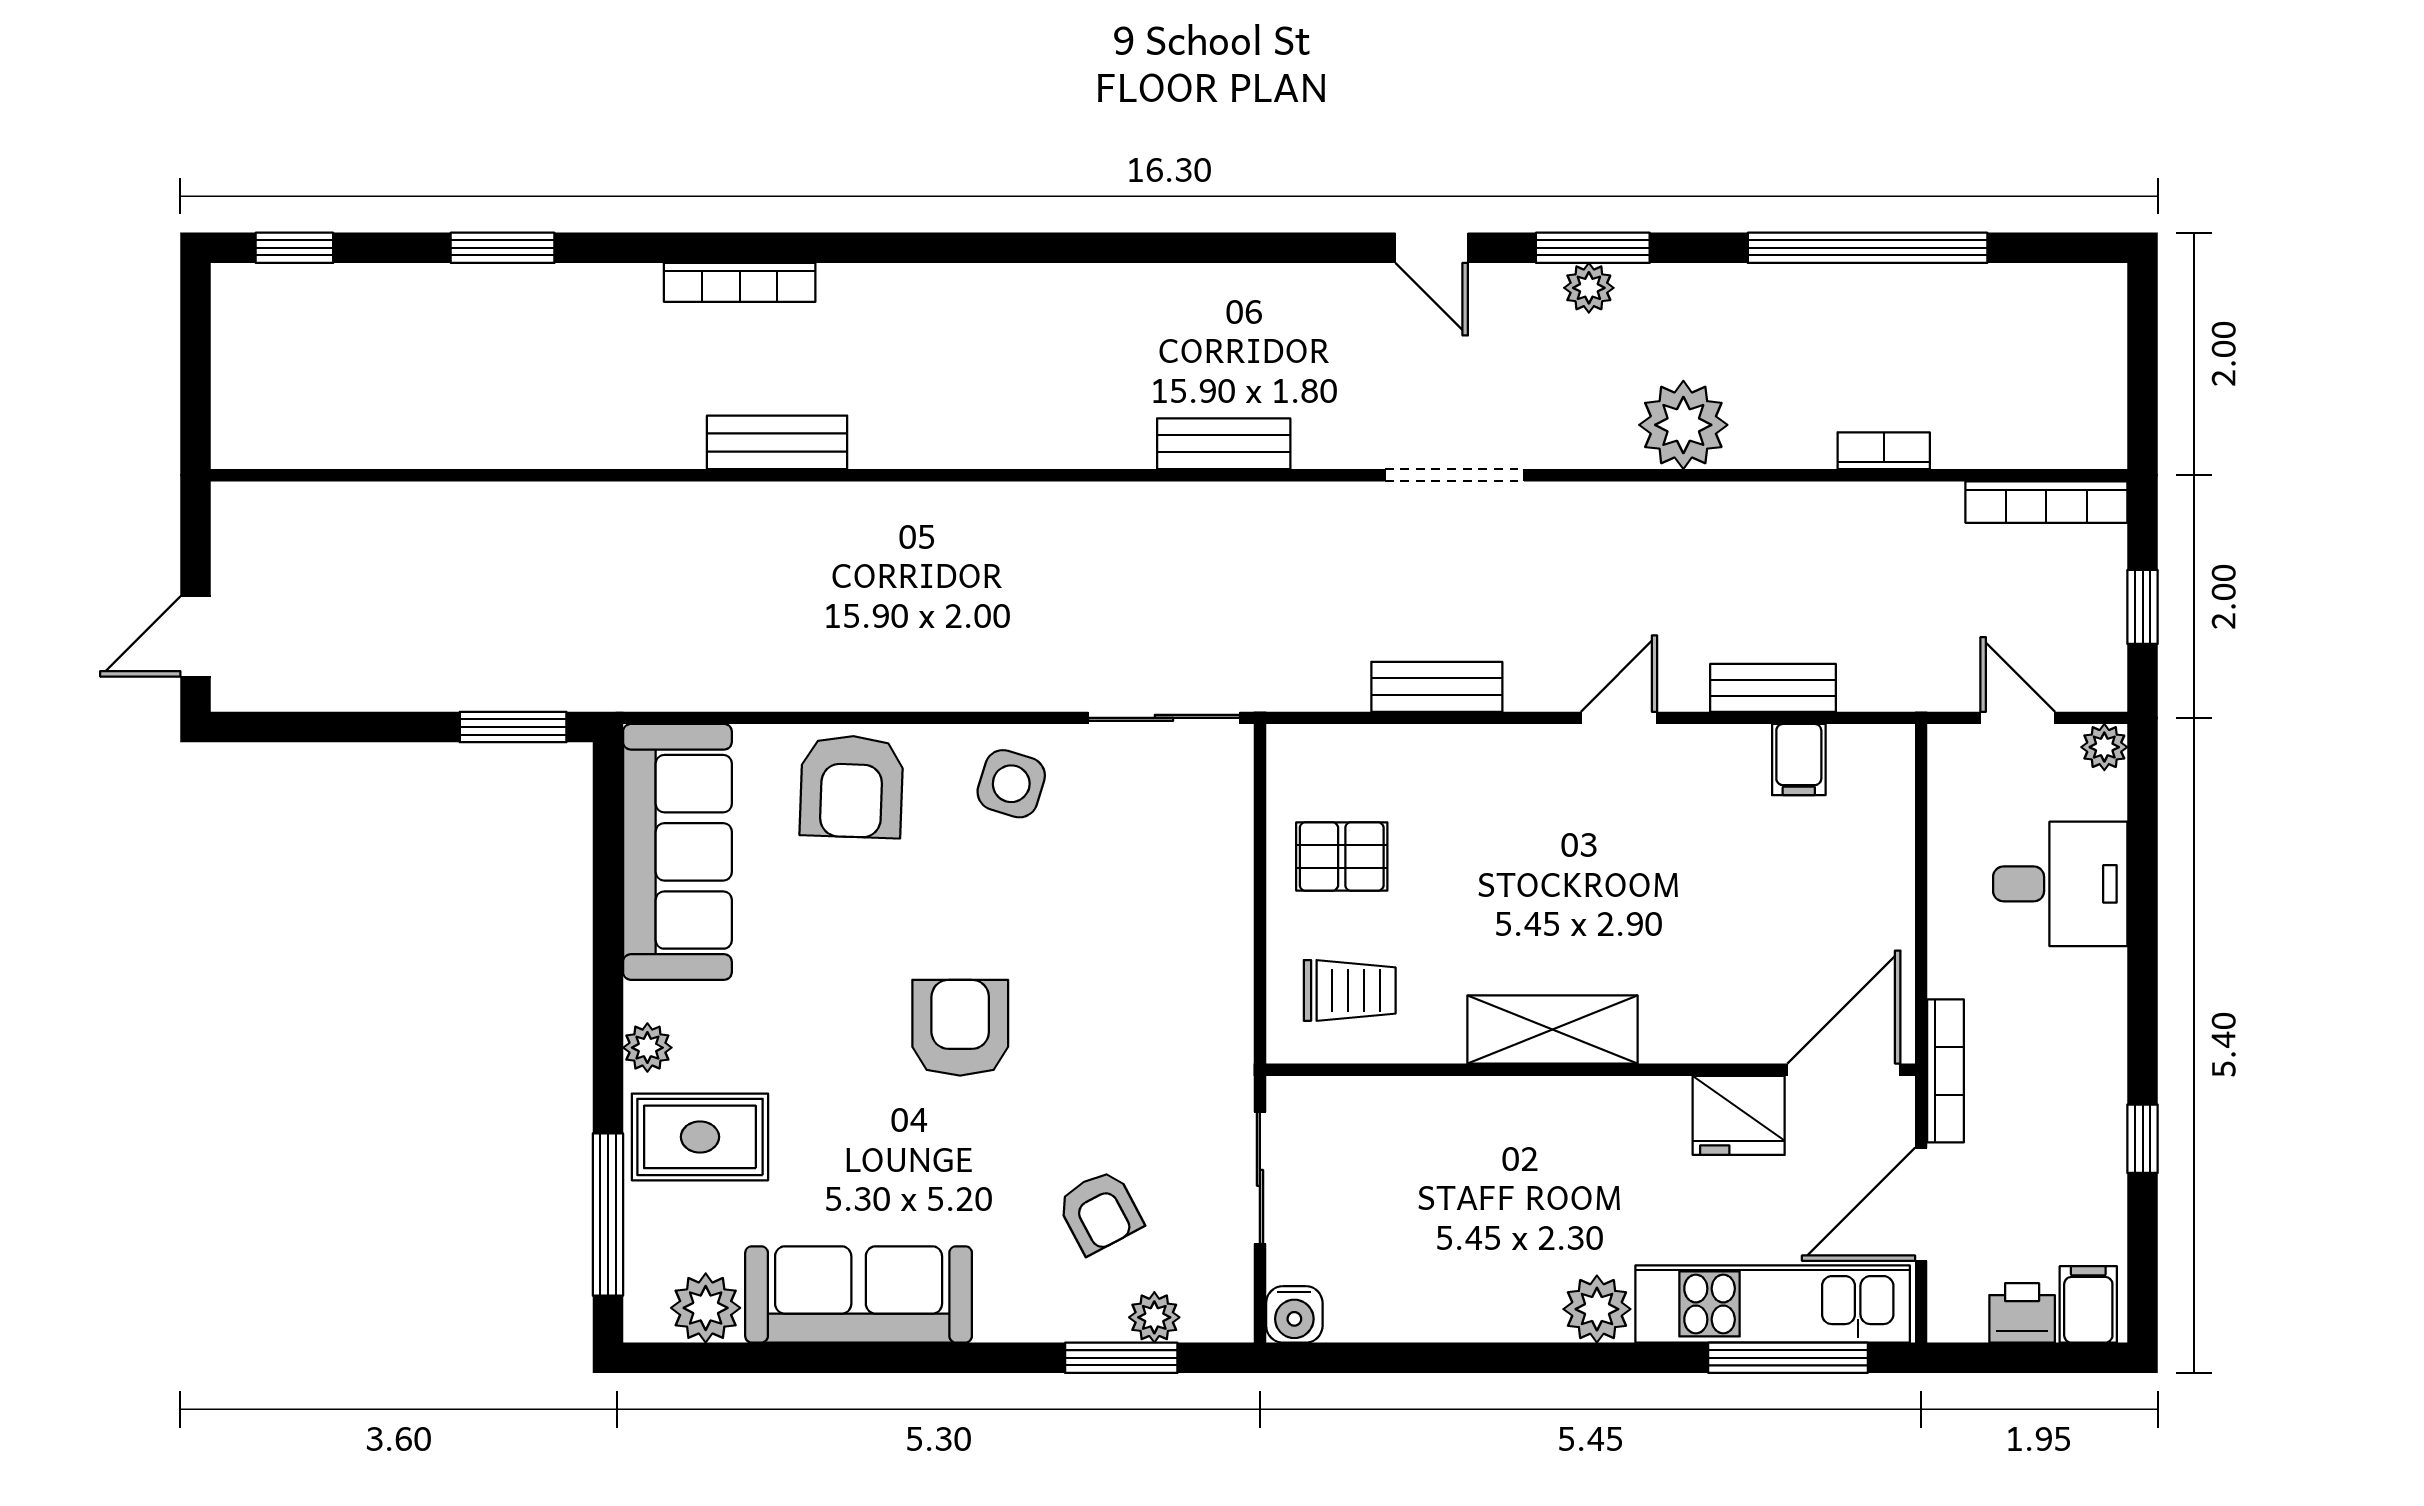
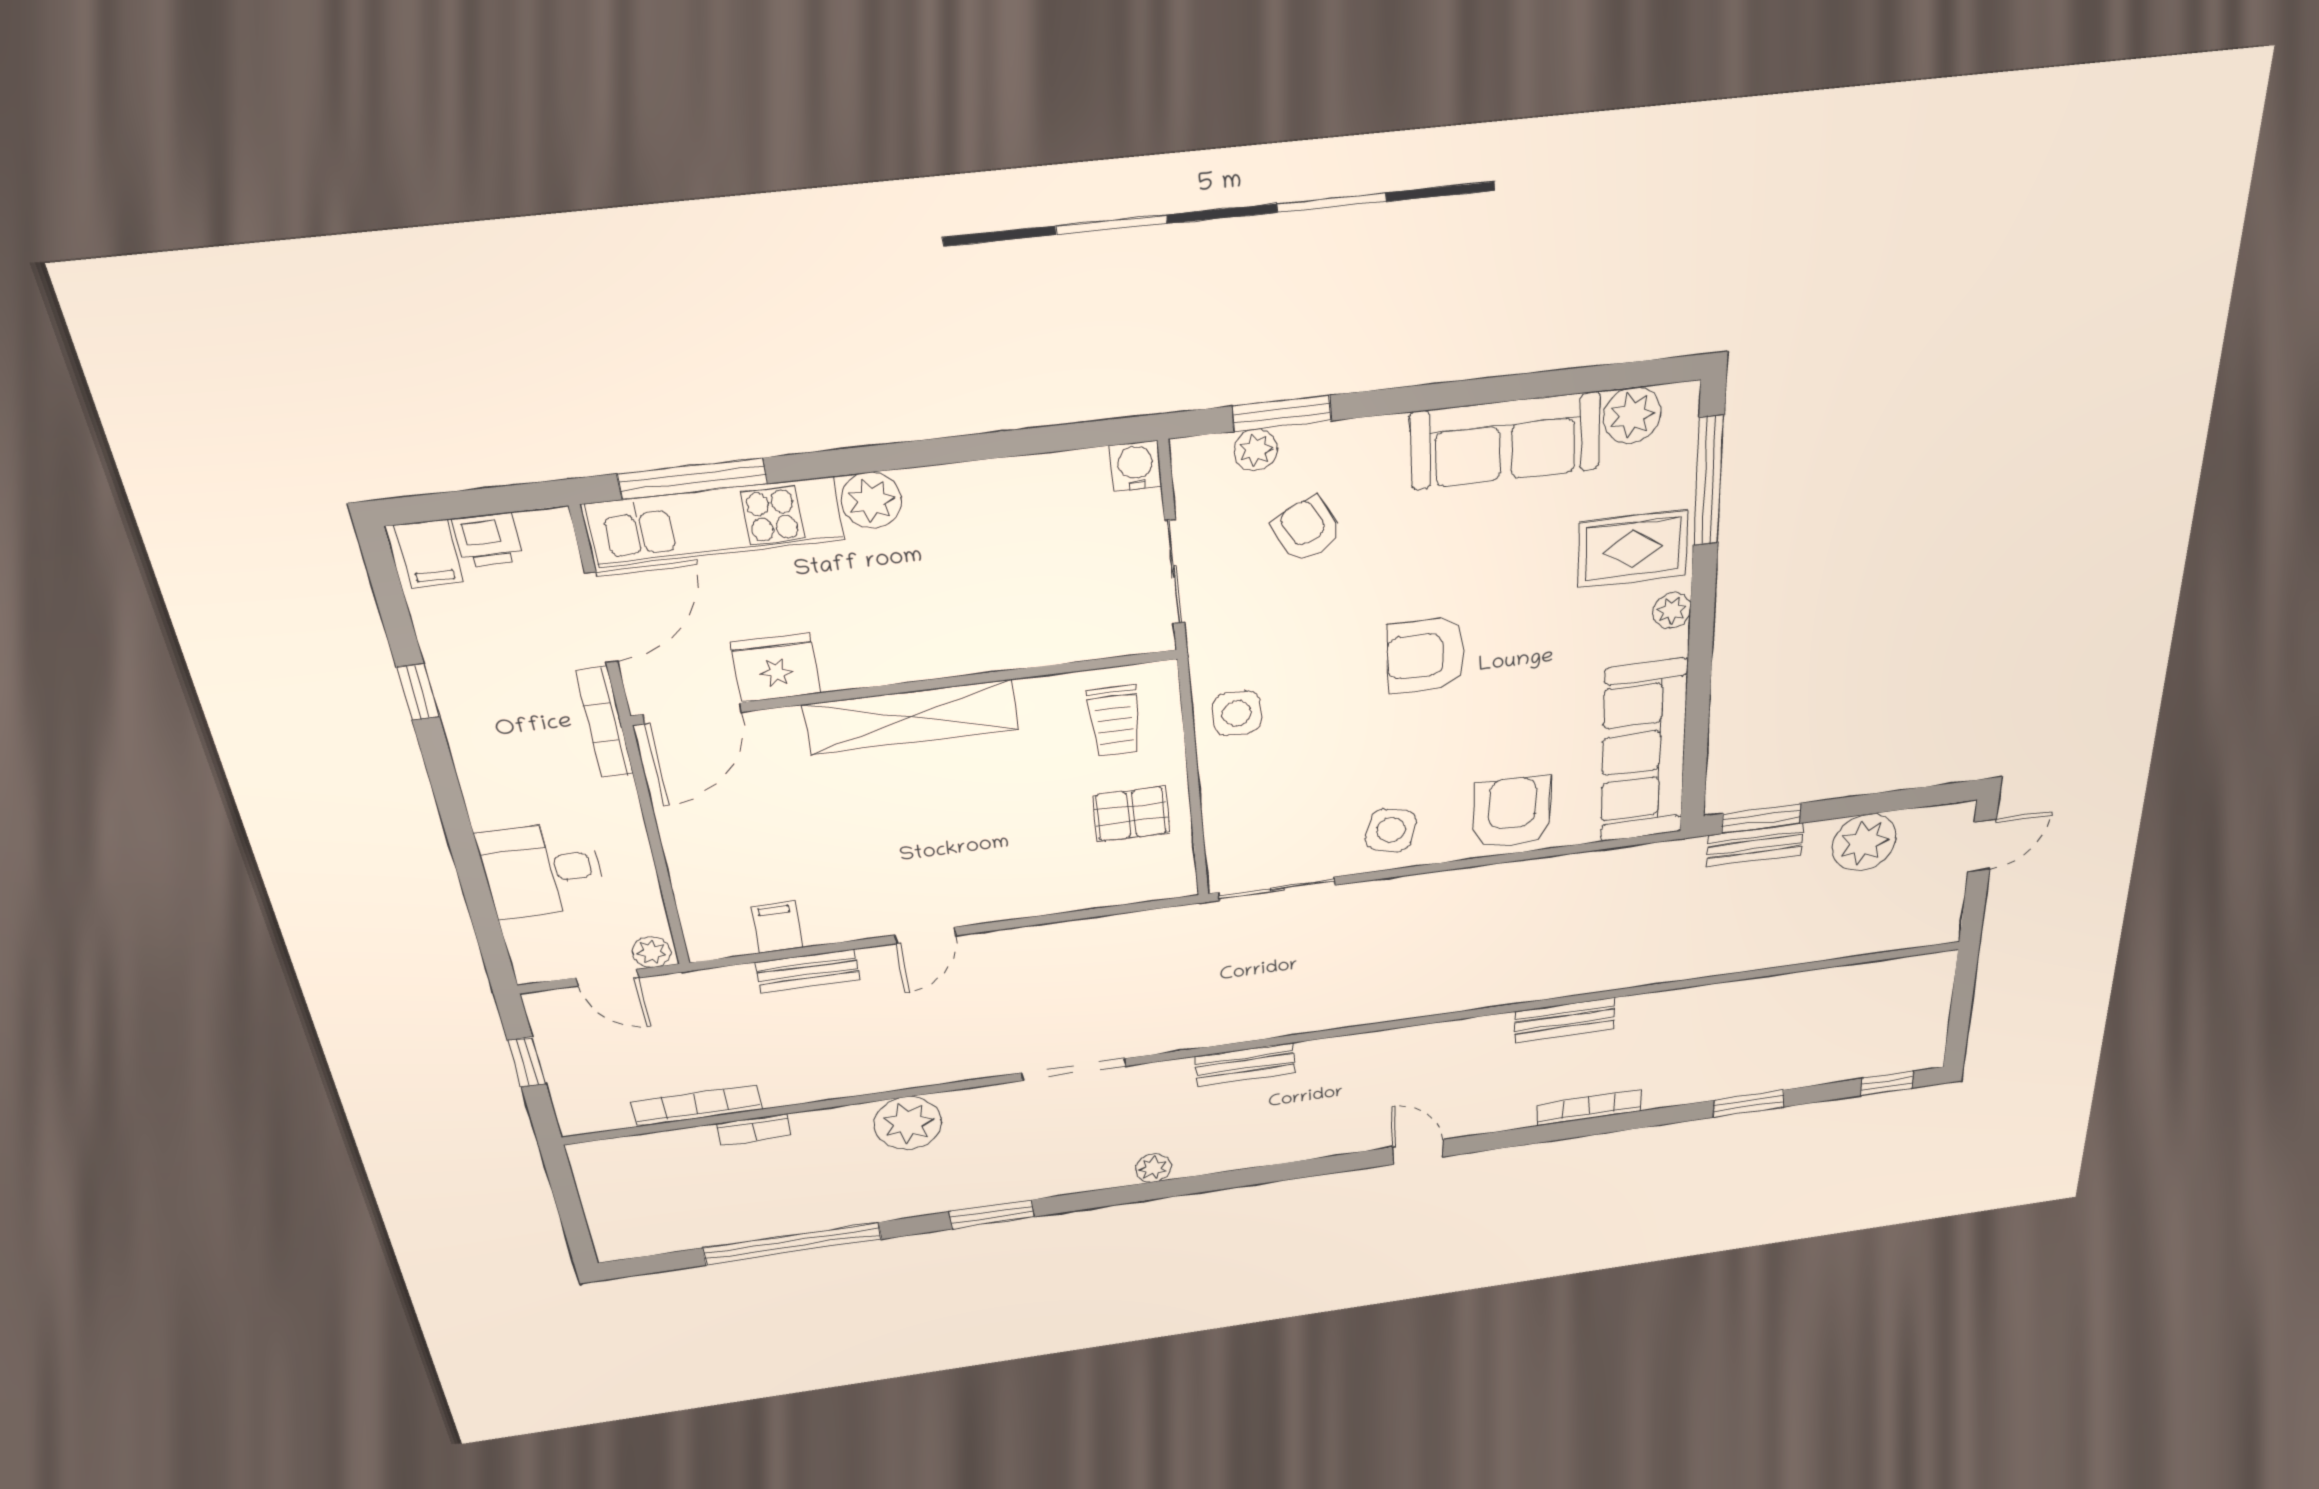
door: (1432, 248) -> (1418, 1152), moved
plant: (1589, 288) -> (1153, 1168), moved
bookcase: (2046, 502) -> (696, 1106), moved
plant: (366, 667) -> (1864, 843), added
bench: (1437, 687) -> (1755, 845), moved
plant: (2104, 747) -> (652, 952), moved
side table: (1199, 980) -> (1237, 713), added
trolley: (1350, 990) -> (1115, 721), turned -90
armchair: (960, 1028) -> (1426, 655), turned 90
shelving: (1552, 1030) -> (911, 717), width x1.47

